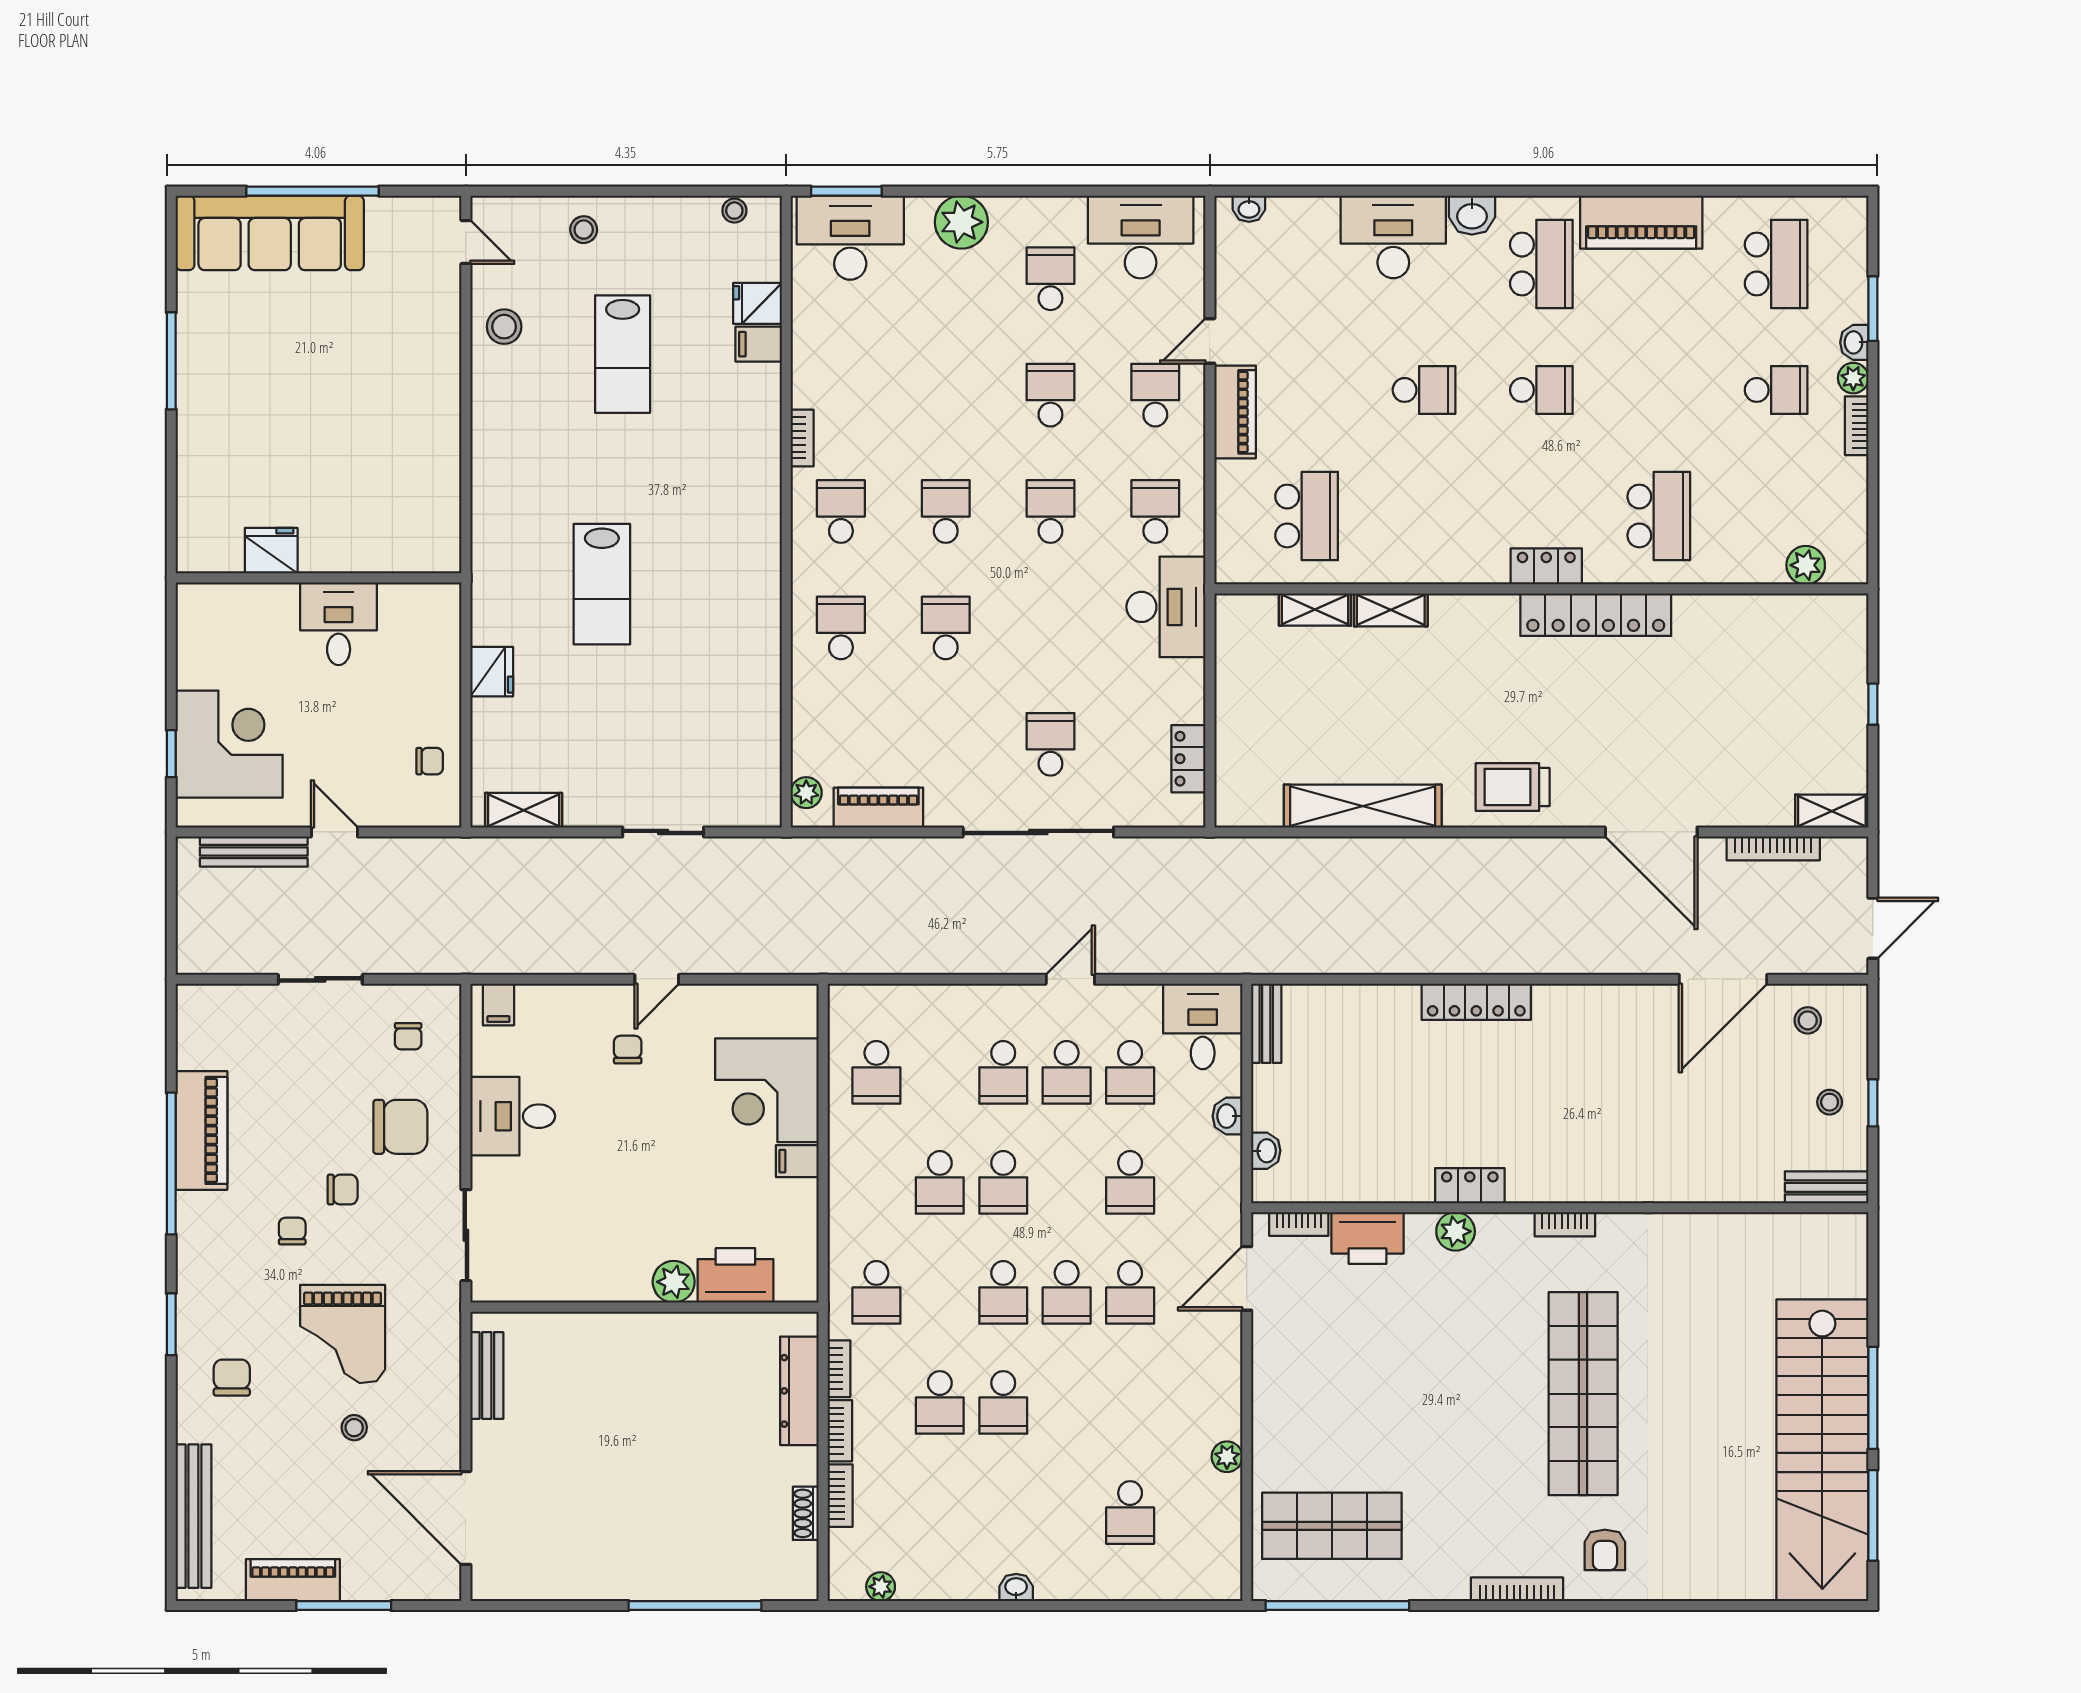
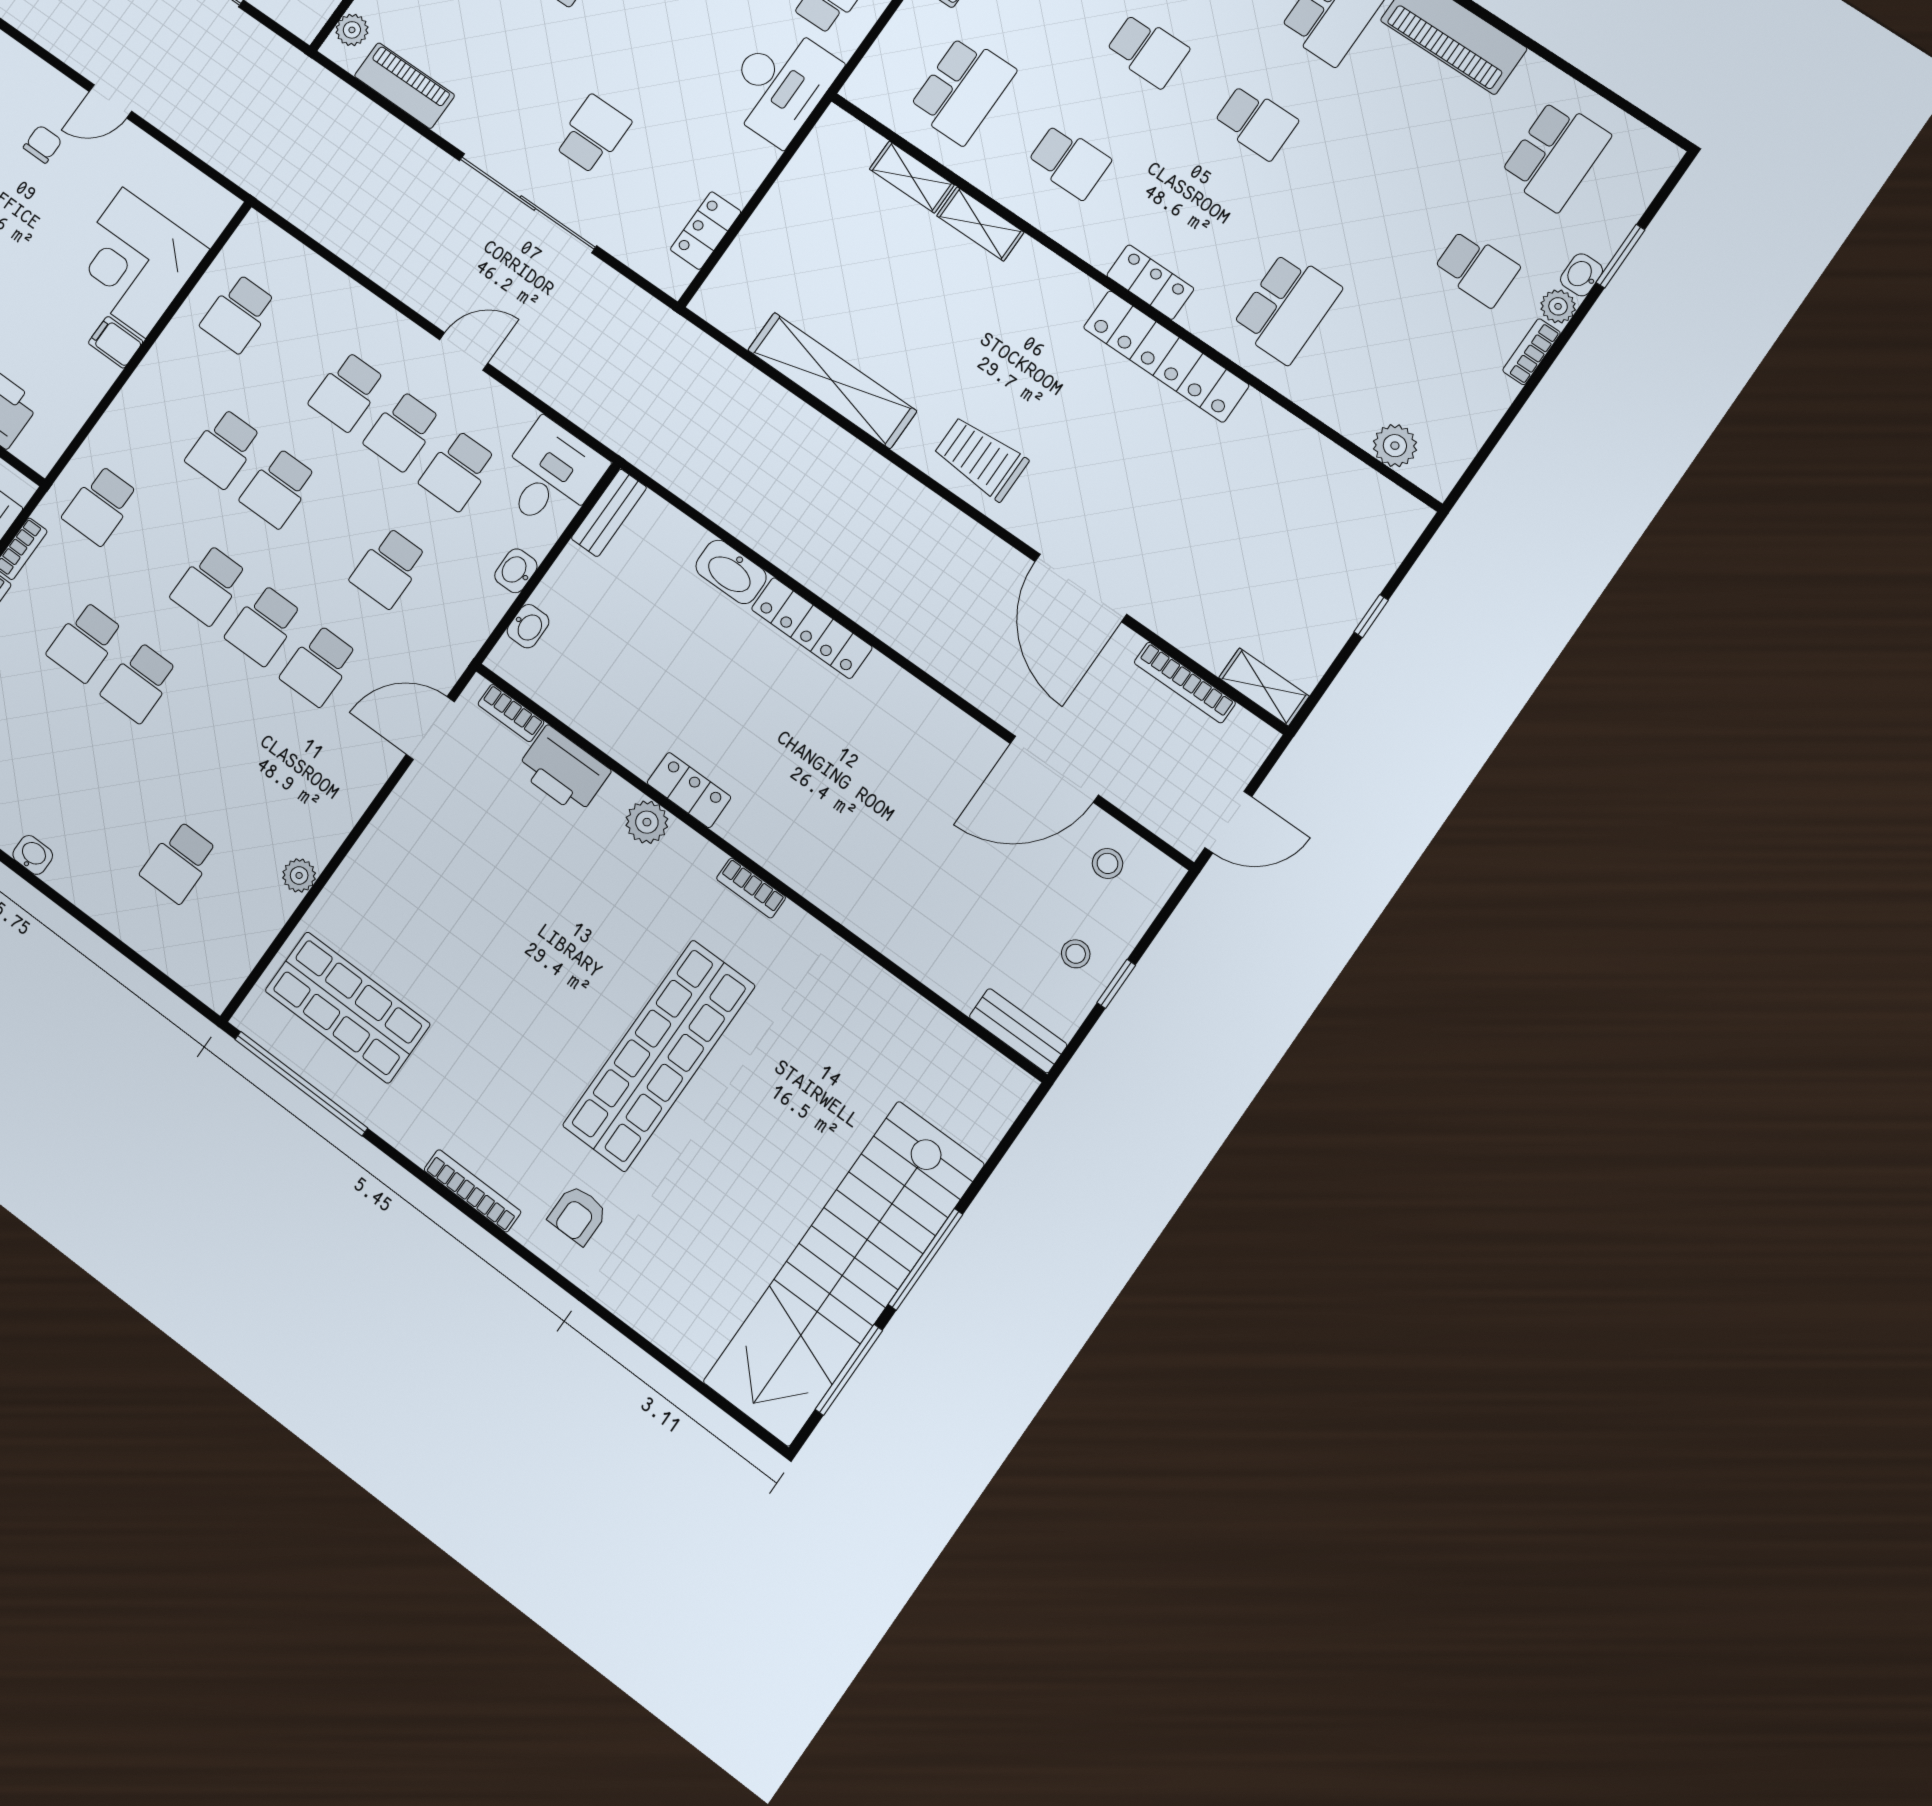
school desk: (1424, 516) -> (1069, 161), added
washbasin: (1388, 1003) -> (731, 572), added

